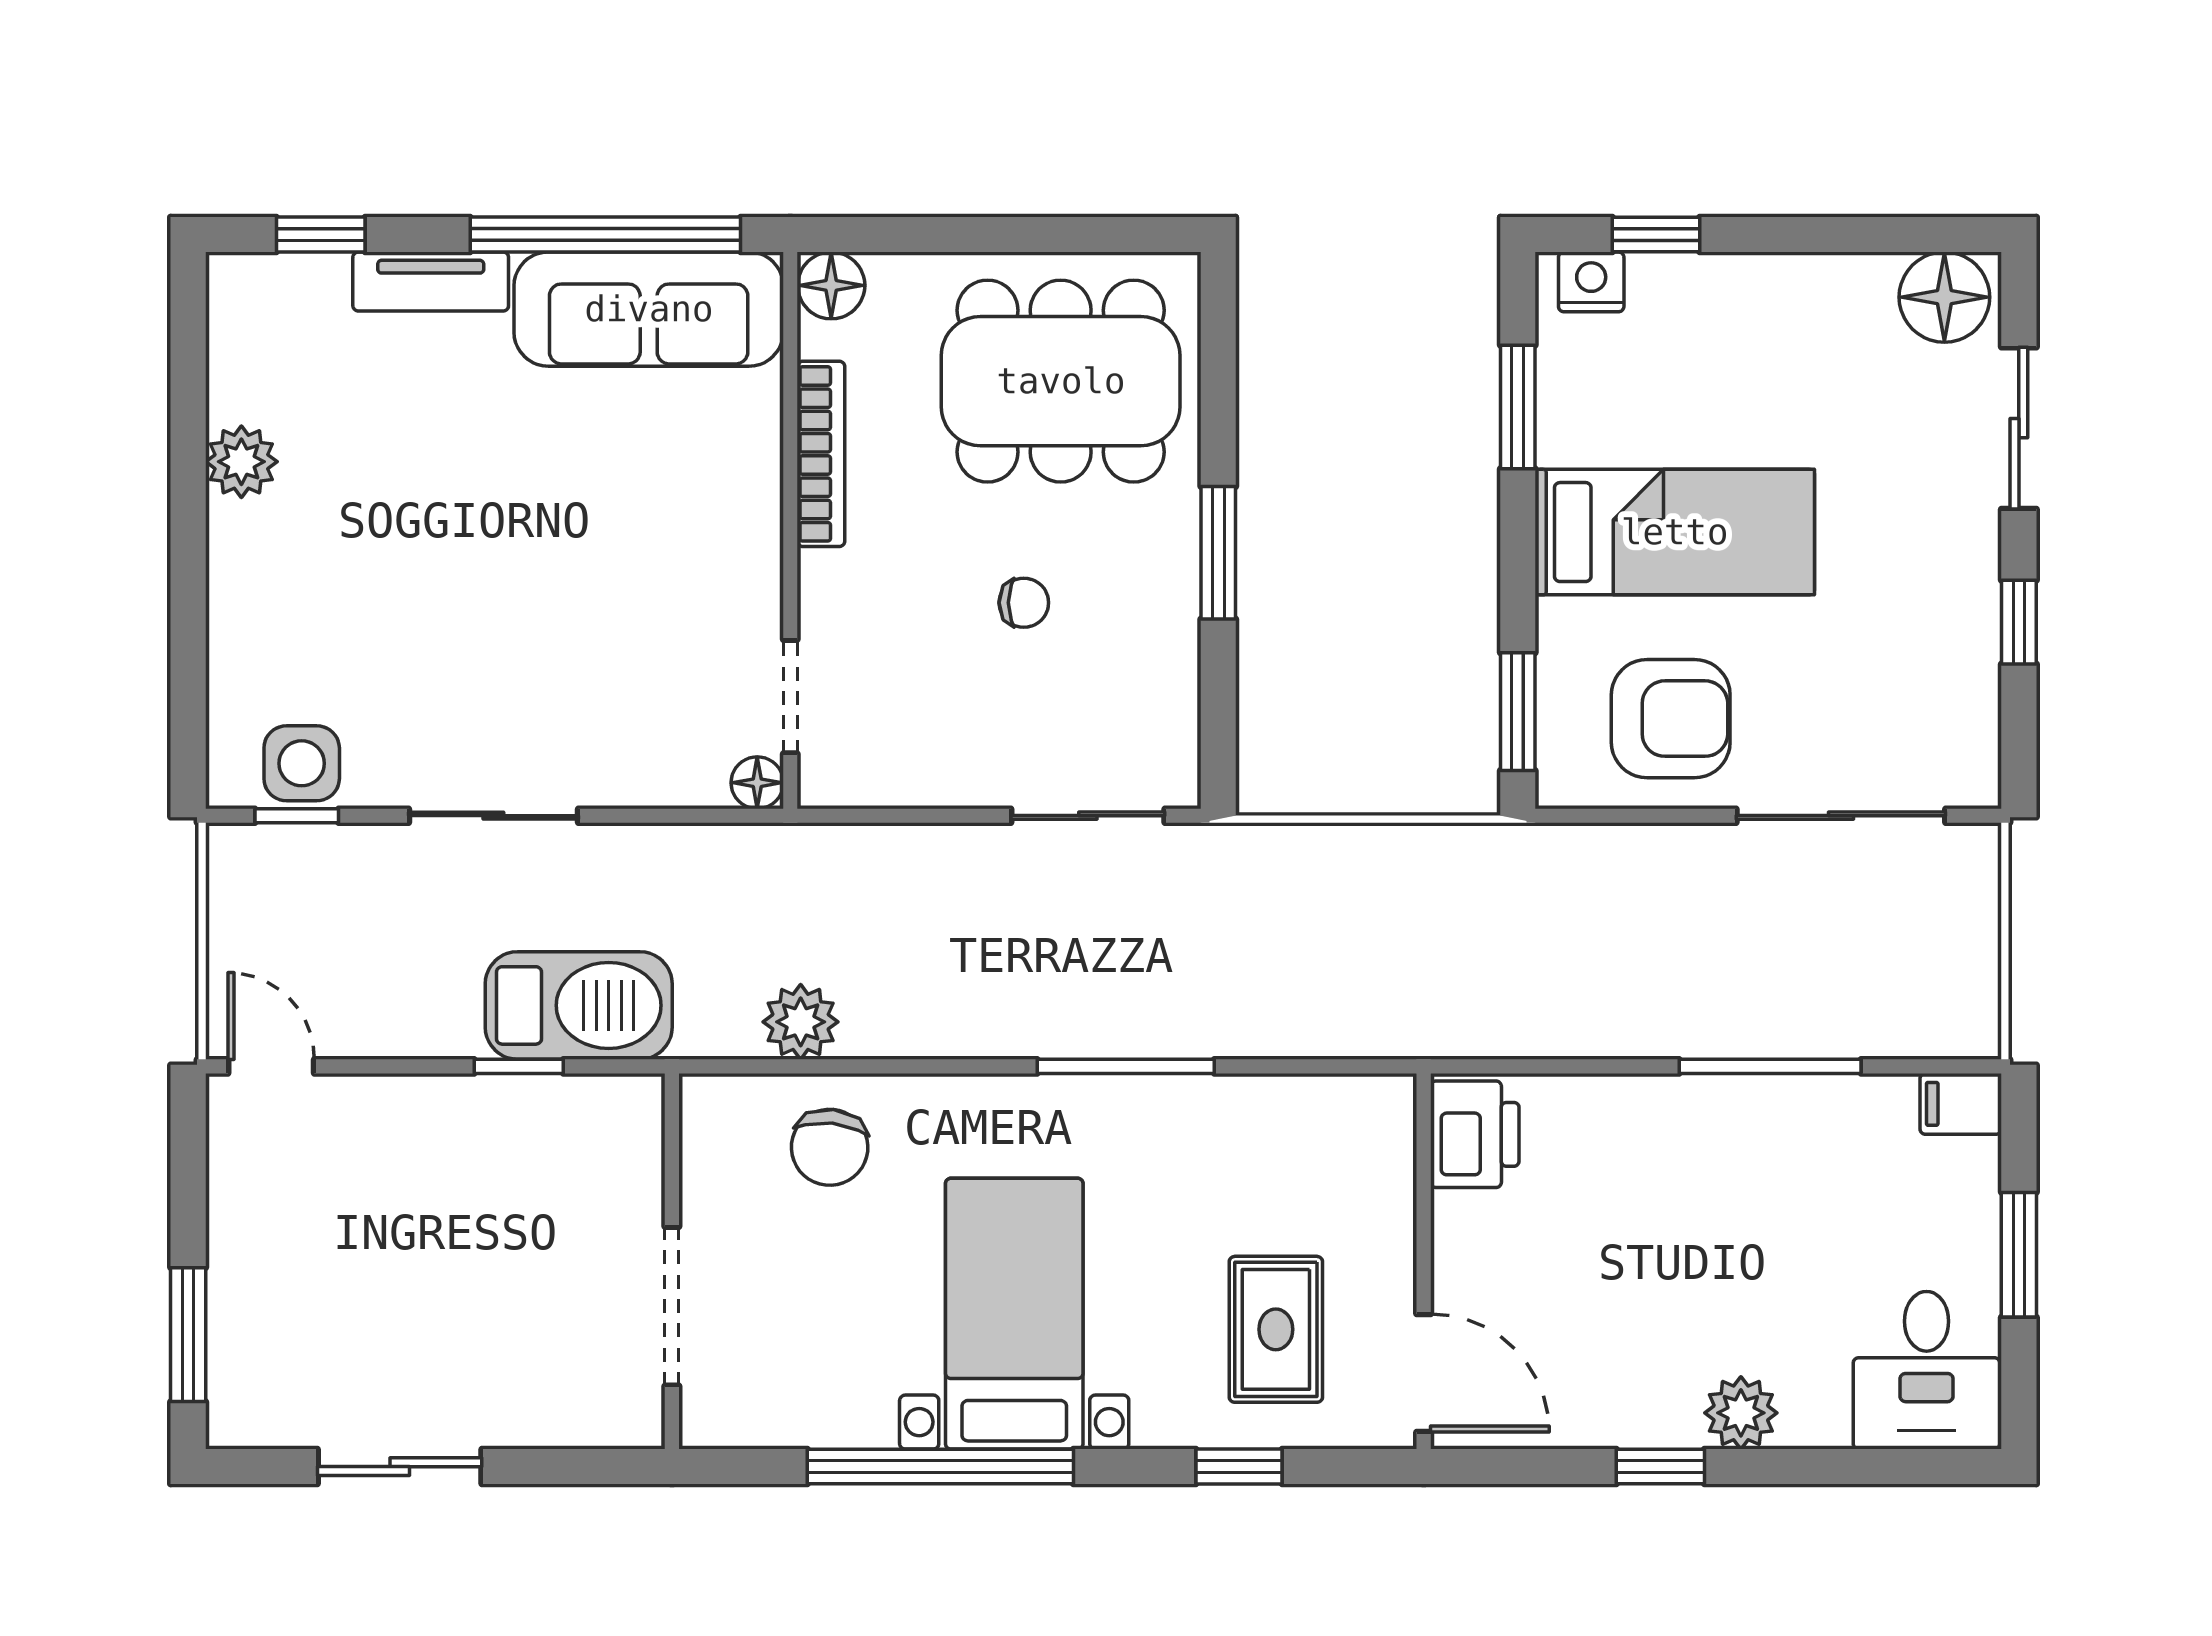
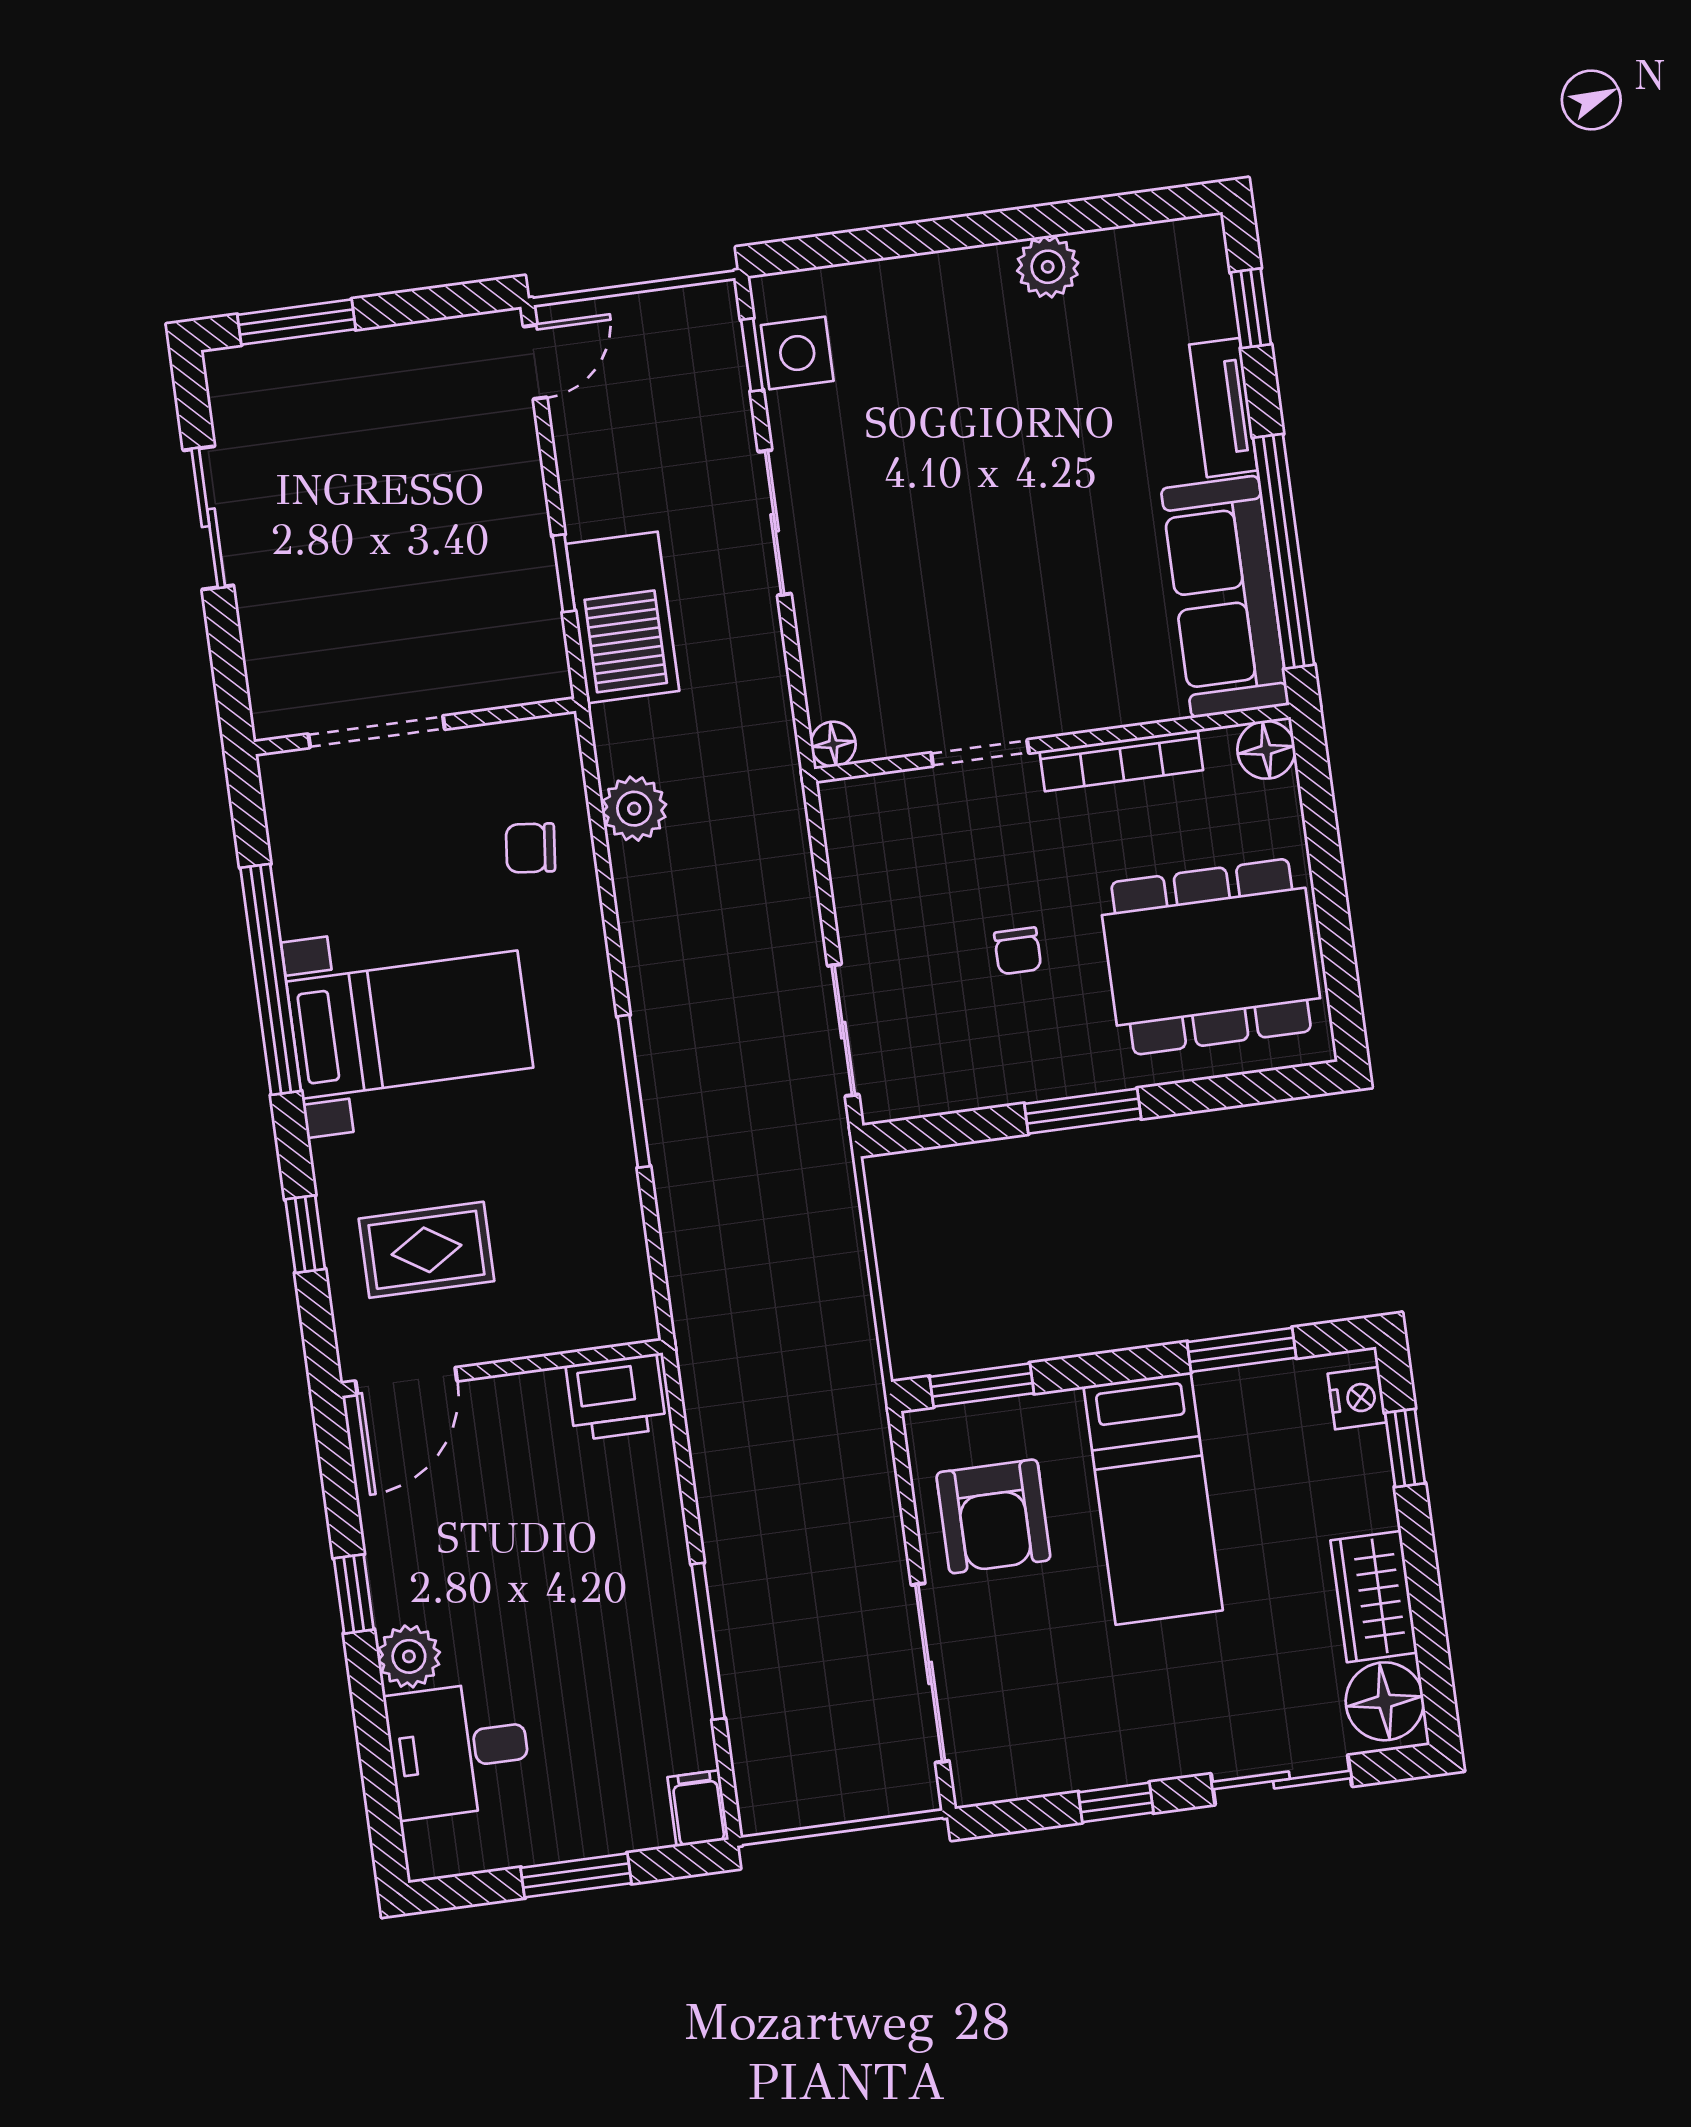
wardrobe: (1822, 293) -> (1374, 1597), added
dining table: (1061, 381) -> (1211, 957), turned 90
doorway: (790, 697) -> (980, 753), moved
chair: (830, 1147) -> (530, 848), width x0.73, depth x0.73
desk: (1927, 1370) -> (459, 1750), moved

